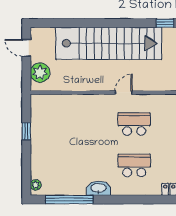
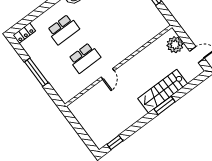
window: (92, 23) -> (165, 105), added
stairs: (109, 43) -> (163, 91), width x0.54, depth x0.66

